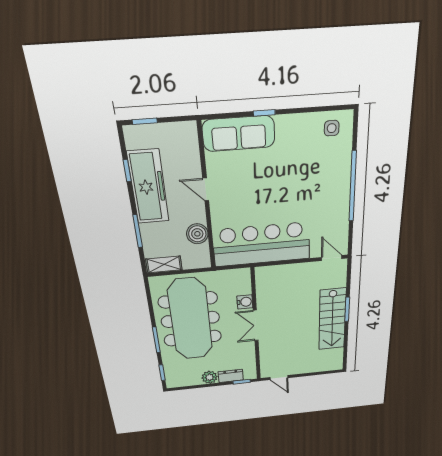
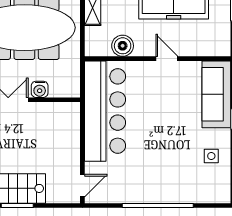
side table: (332, 128) -> (211, 156), moved
door: (206, 189) -> (167, 59), hinge flipped

